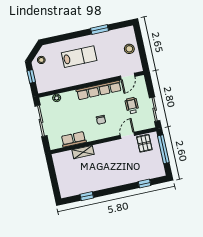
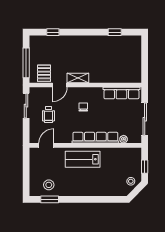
window: (100, 30) -> (50, 199), moved
stool: (129, 49) -> (49, 185), moved
lab bench: (79, 57) -> (83, 159), moved
row of seats: (99, 90) -> (95, 138), moved
row of seats: (74, 139) -> (121, 93), width x1.48
shelving: (83, 152) -> (78, 78), moved

